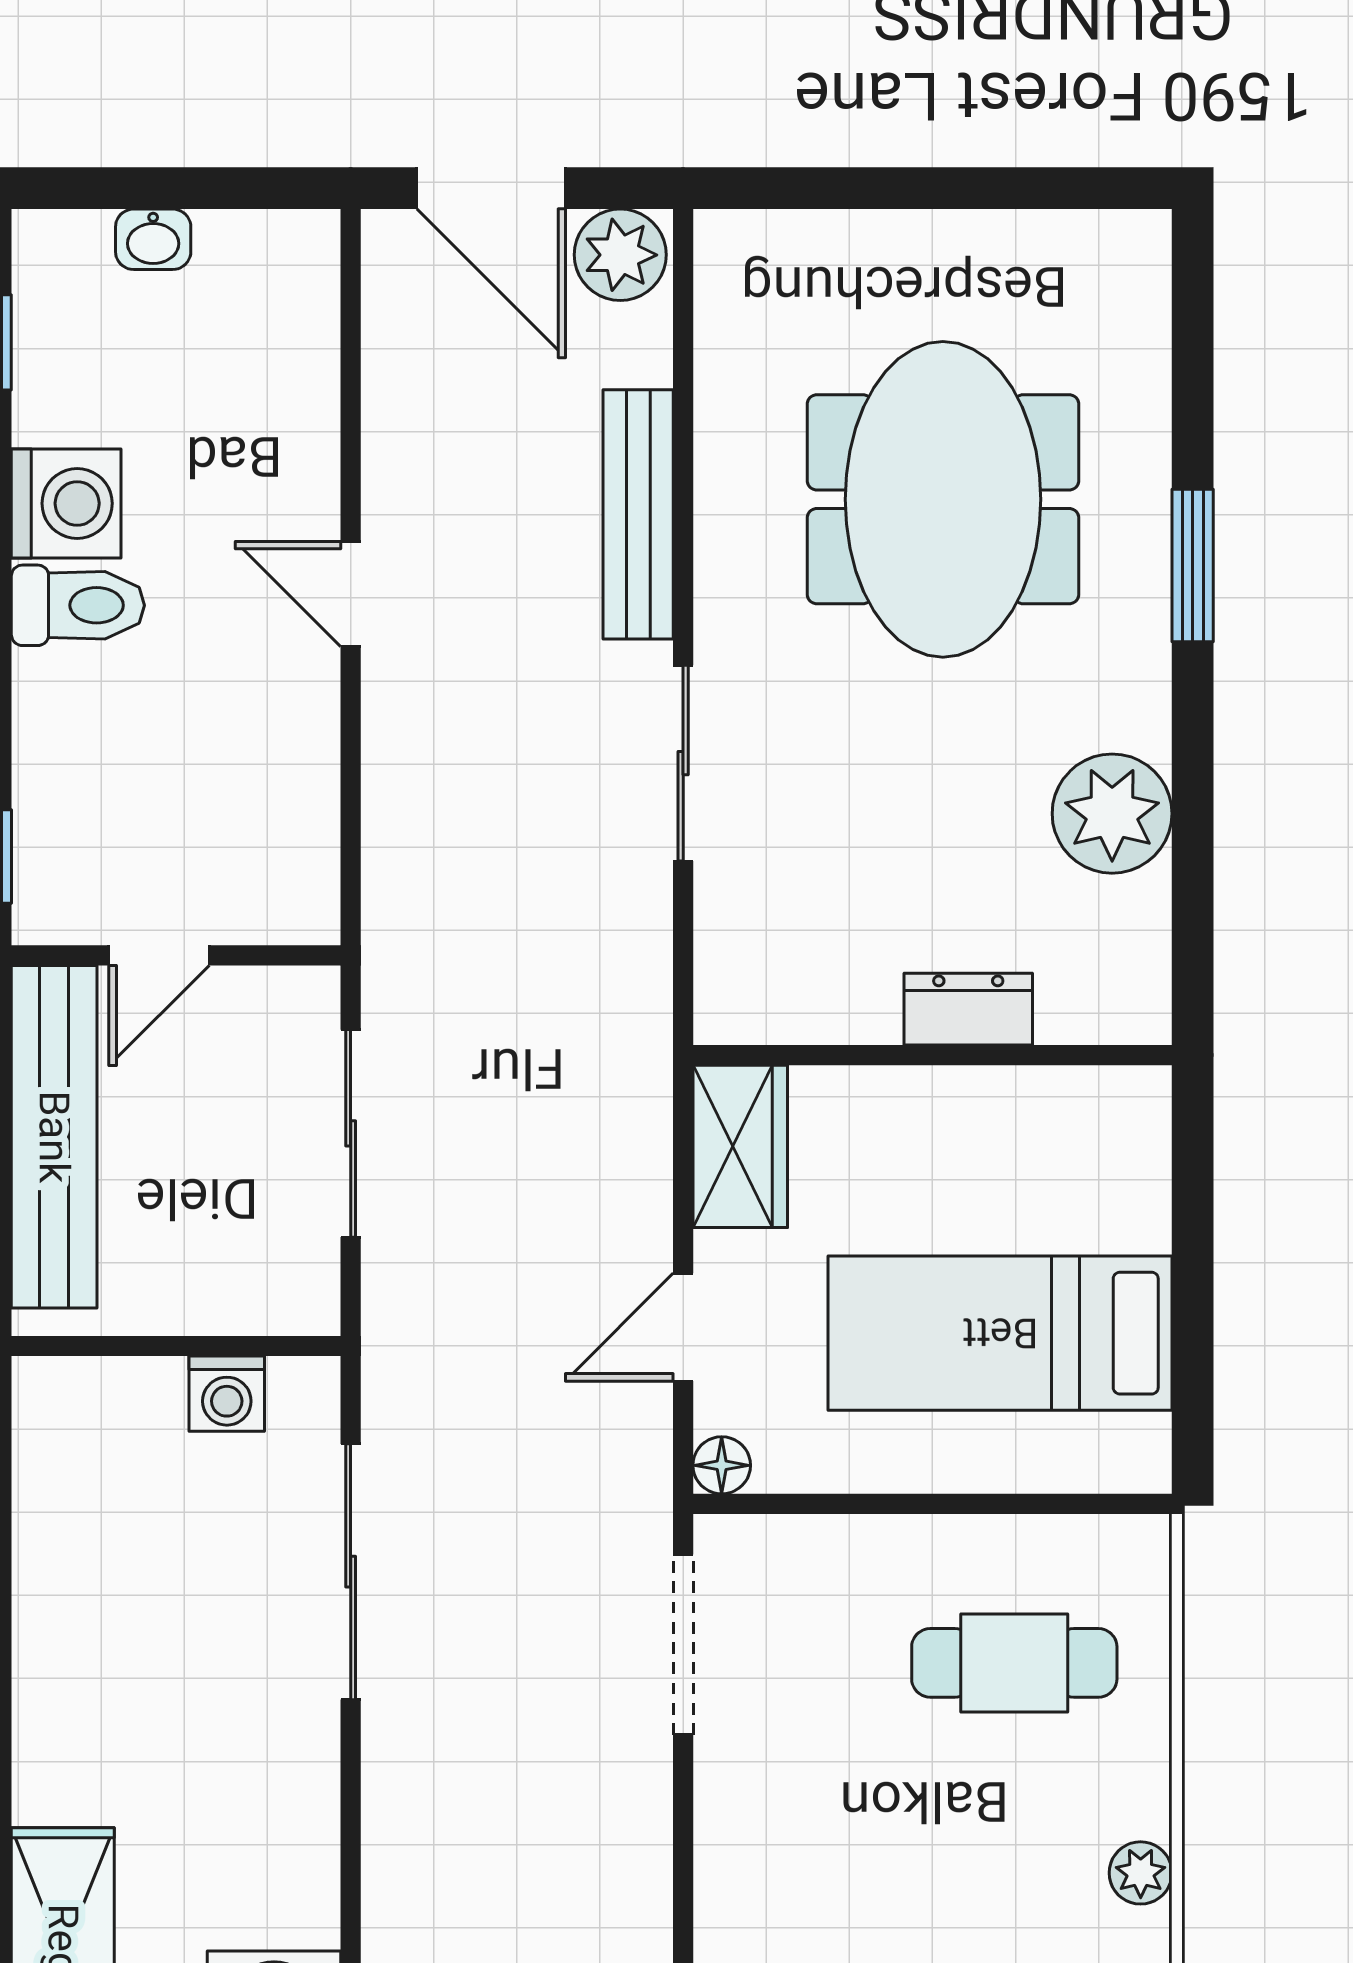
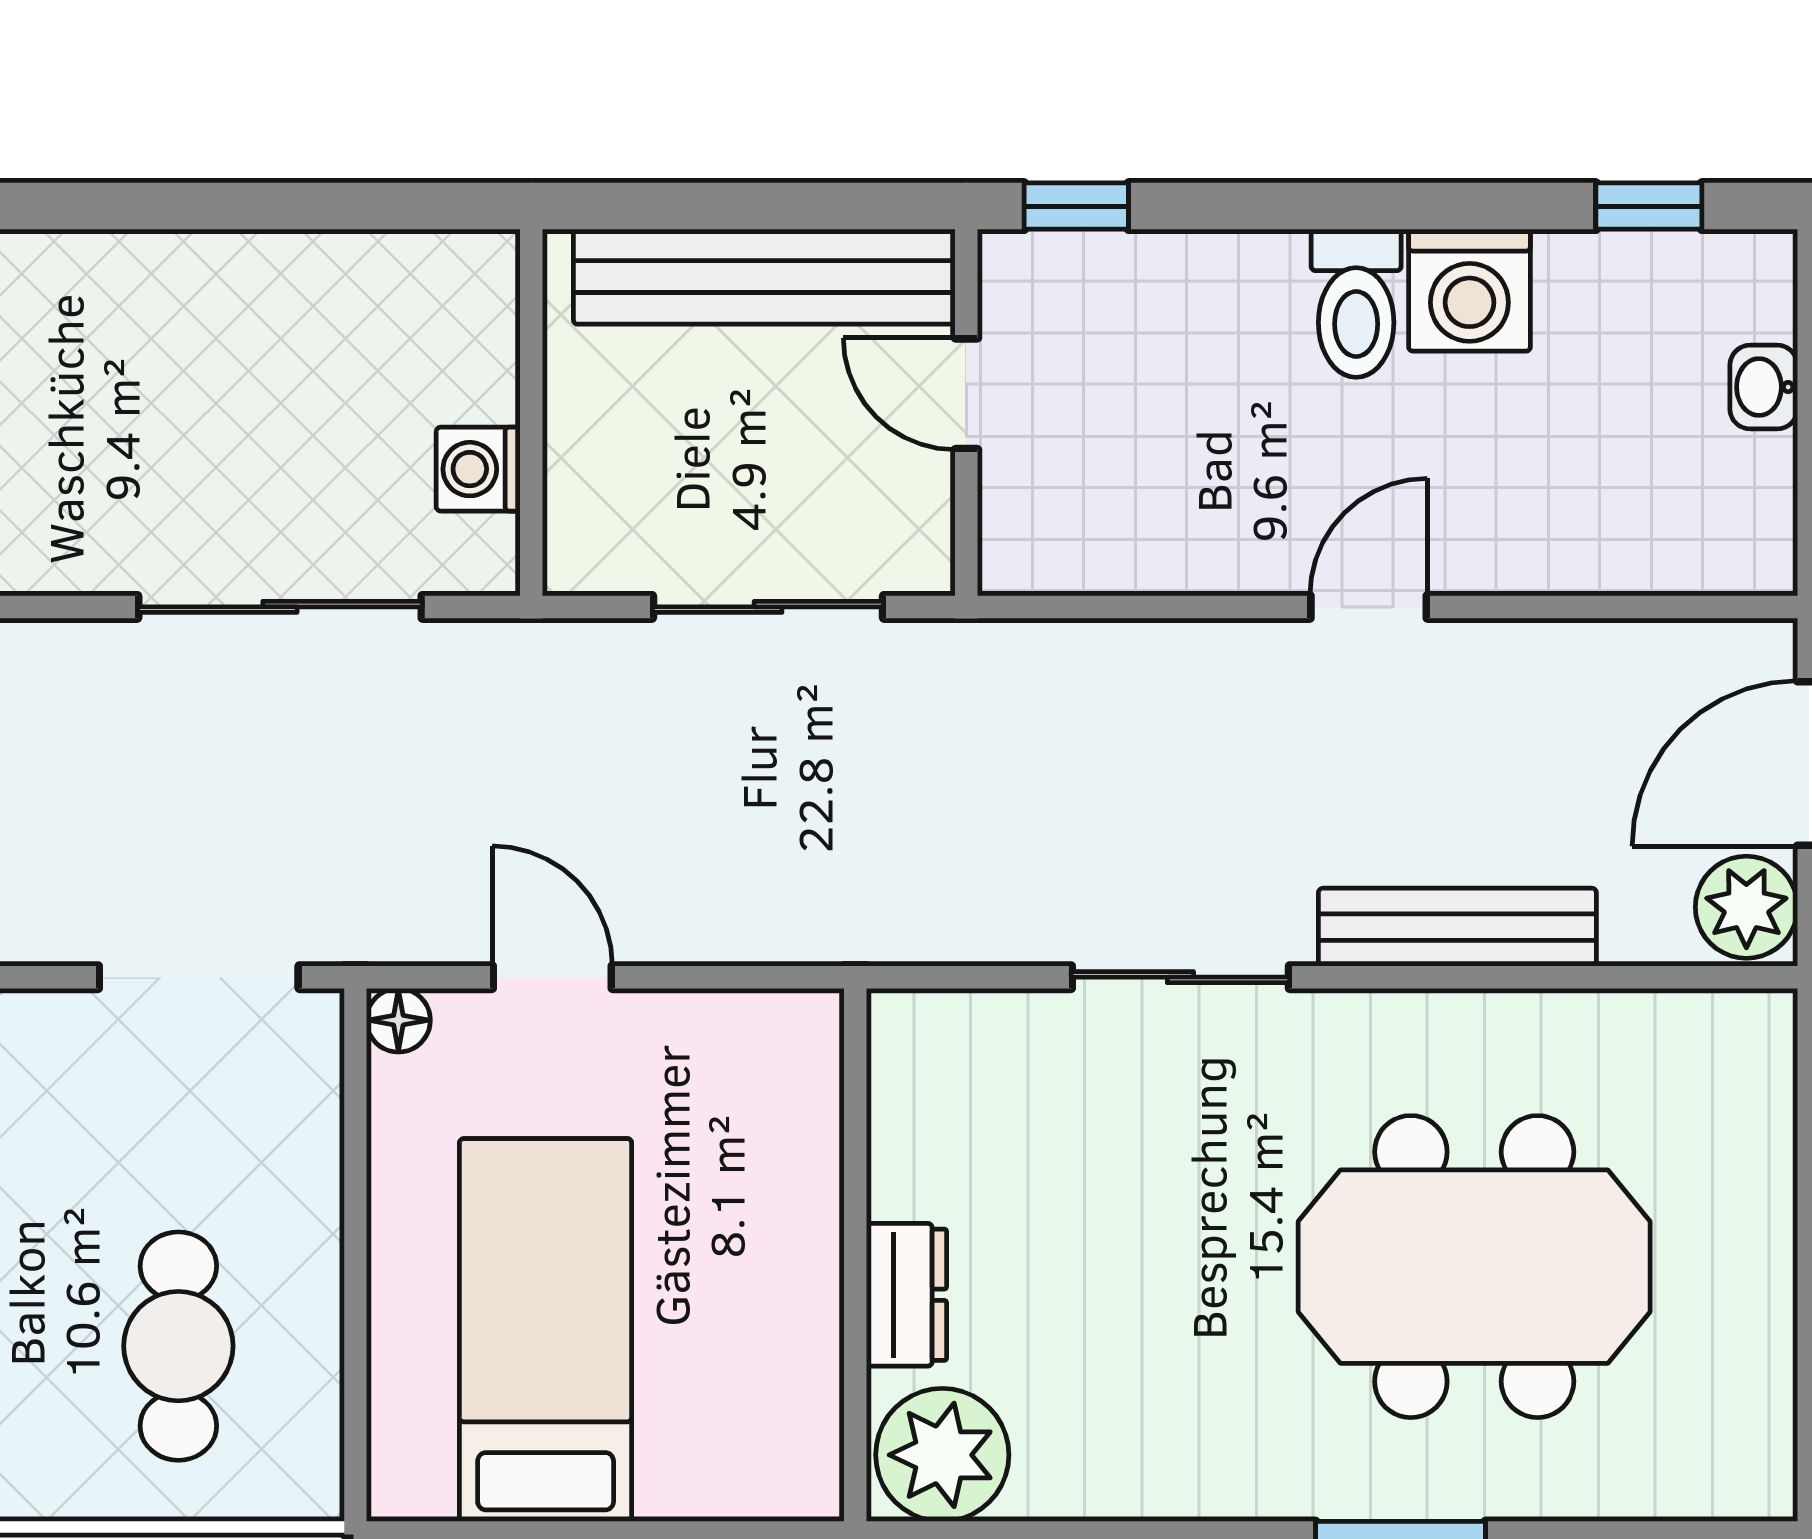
plant: (1112, 814) -> (942, 1455), moved
wardrobe: (740, 1146) -> (754, 1041), removed

